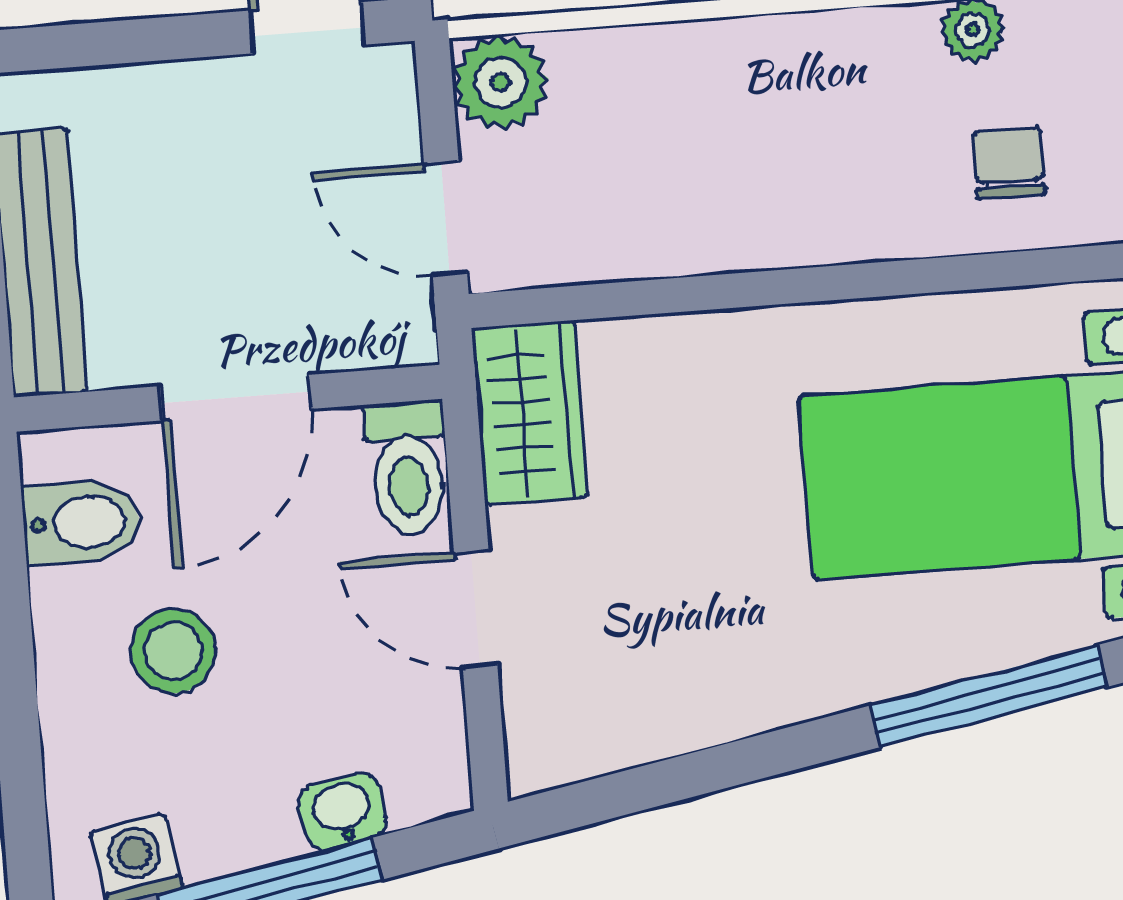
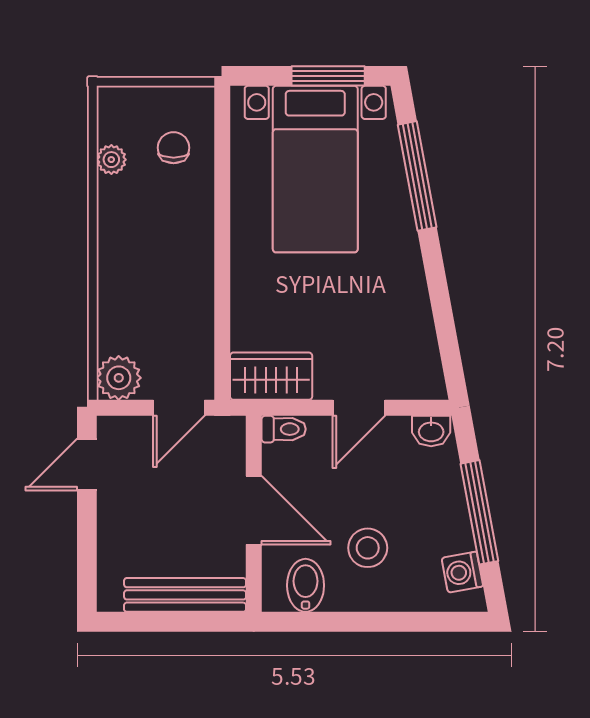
chair: (1009, 163) -> (174, 148), turned 90
toilet: (407, 468) -> (284, 429), width x0.73, depth x0.72
washbasin: (342, 811) -> (431, 431), moved, turned -80

